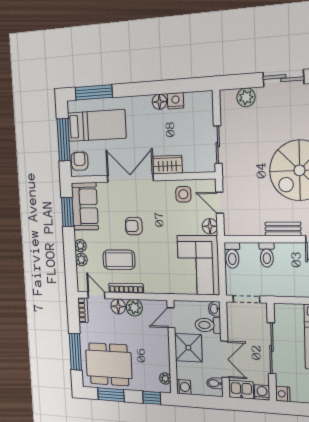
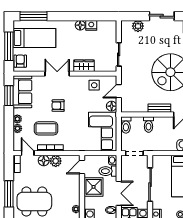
double door: (130, 178) -> (57, 74), width x0.73
door: (220, 203) -> (119, 91), hinge flipped

